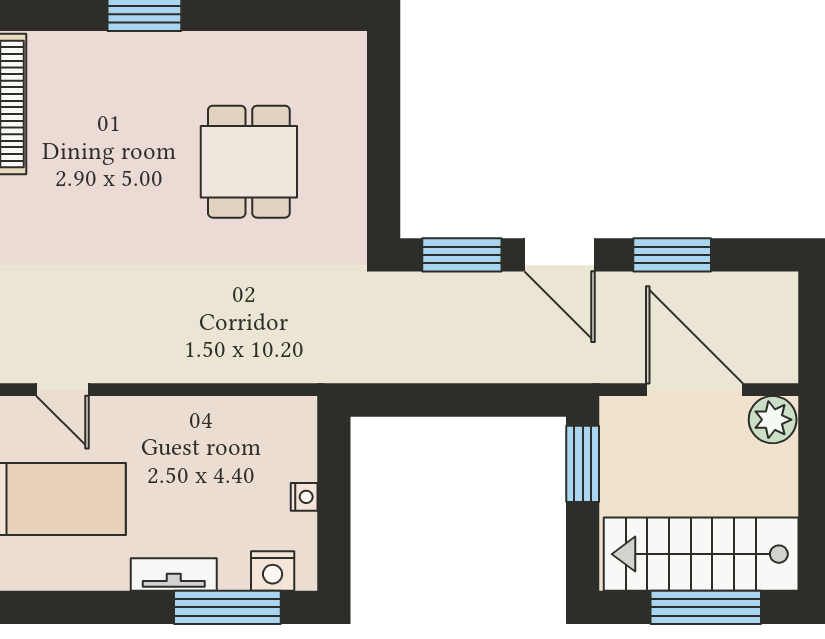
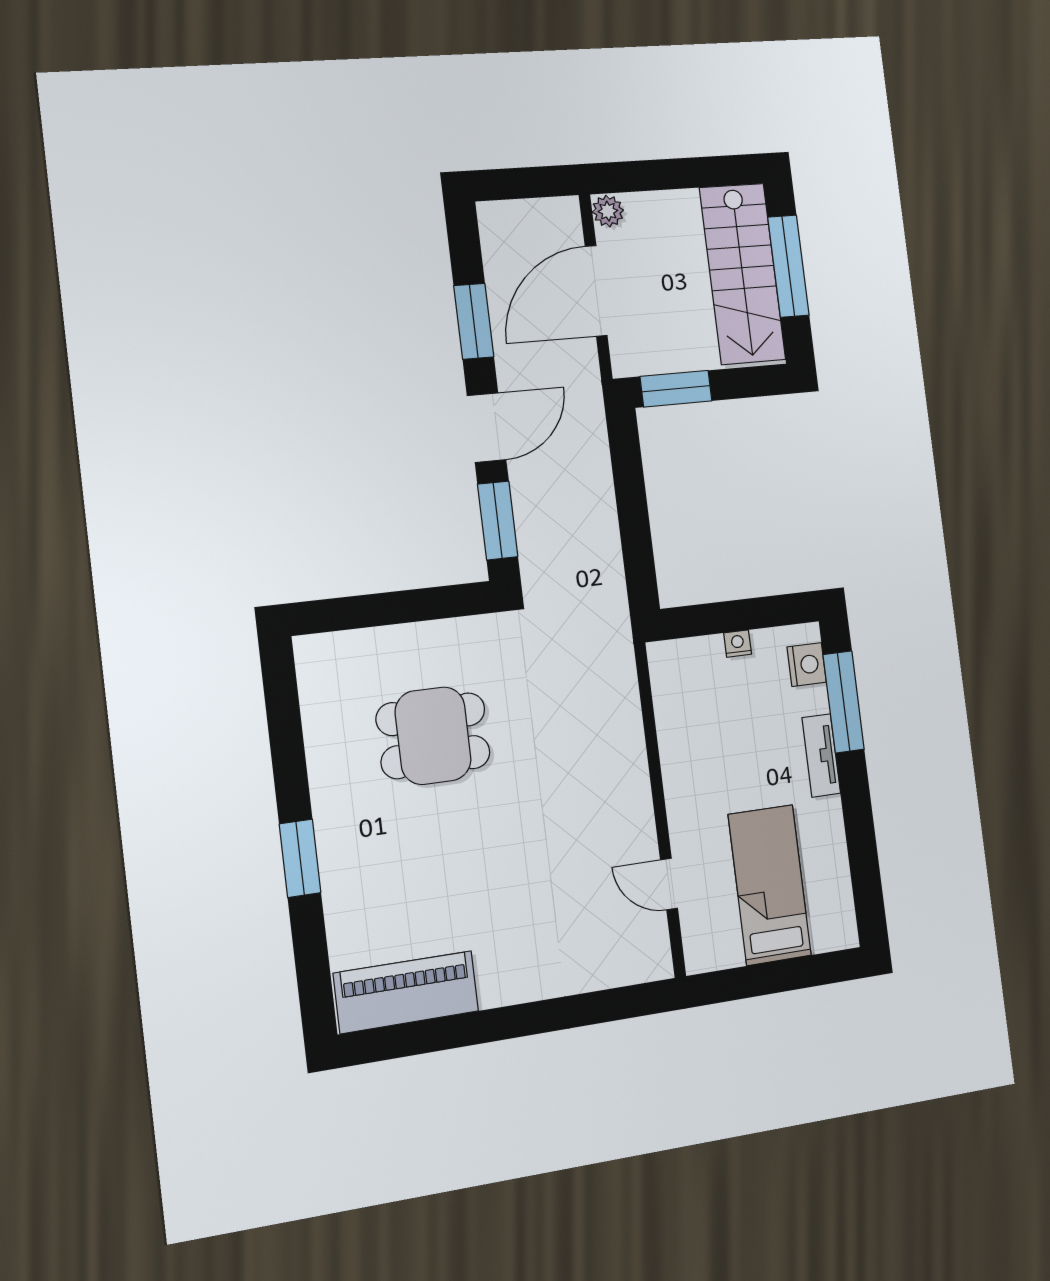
door: (63, 390) -> (669, 884), swing flipped
plant: (773, 420) -> (608, 211), width x0.73, depth x0.73

